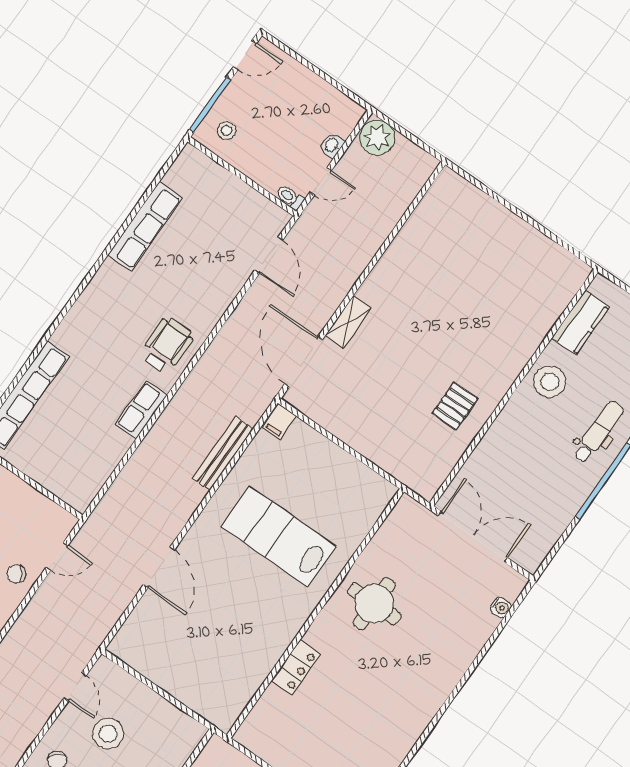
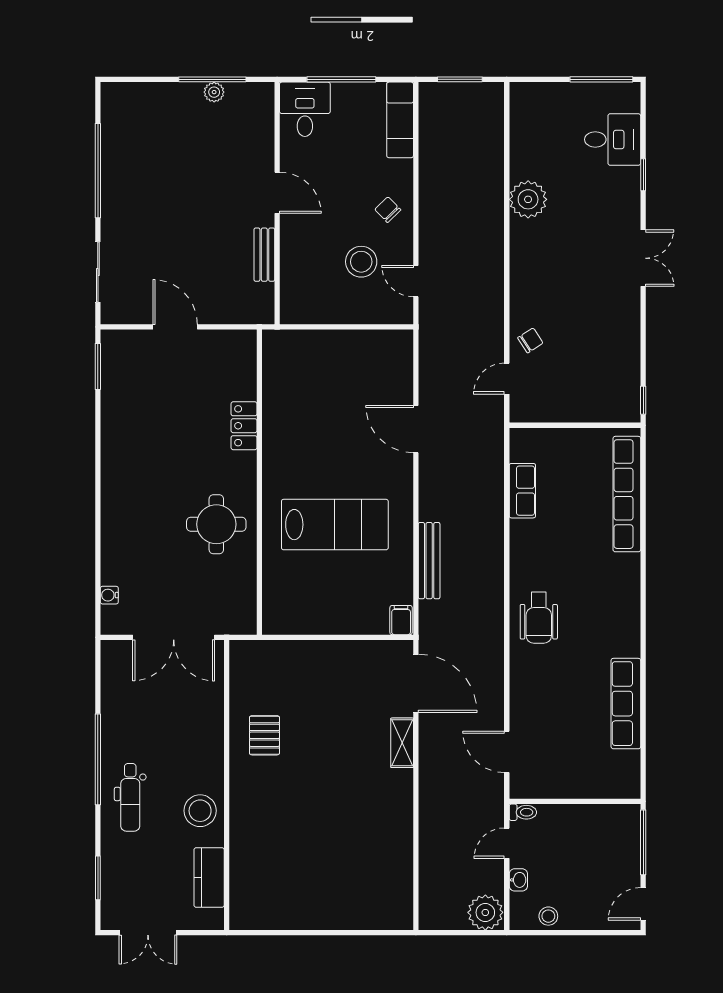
stool: (227, 131) -> (548, 916), moved
row of seats: (141, 410) -> (522, 491), moved

